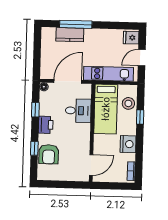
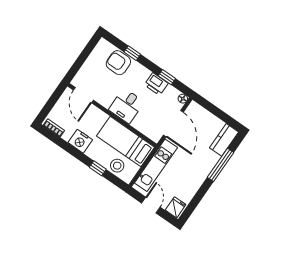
kitchen counter: (70, 35) -> (224, 140), moved
desk: (78, 111) -> (126, 106), moved
printer: (46, 125) -> (156, 84), moved

